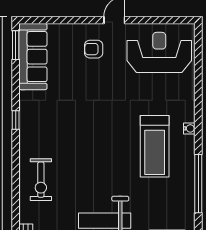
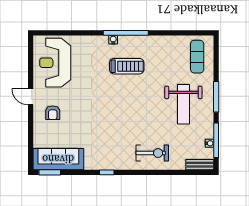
treadmill: (155, 146) -> (127, 66), width x0.73, depth x0.73
window: (198, 184) -> (126, 33), moved

